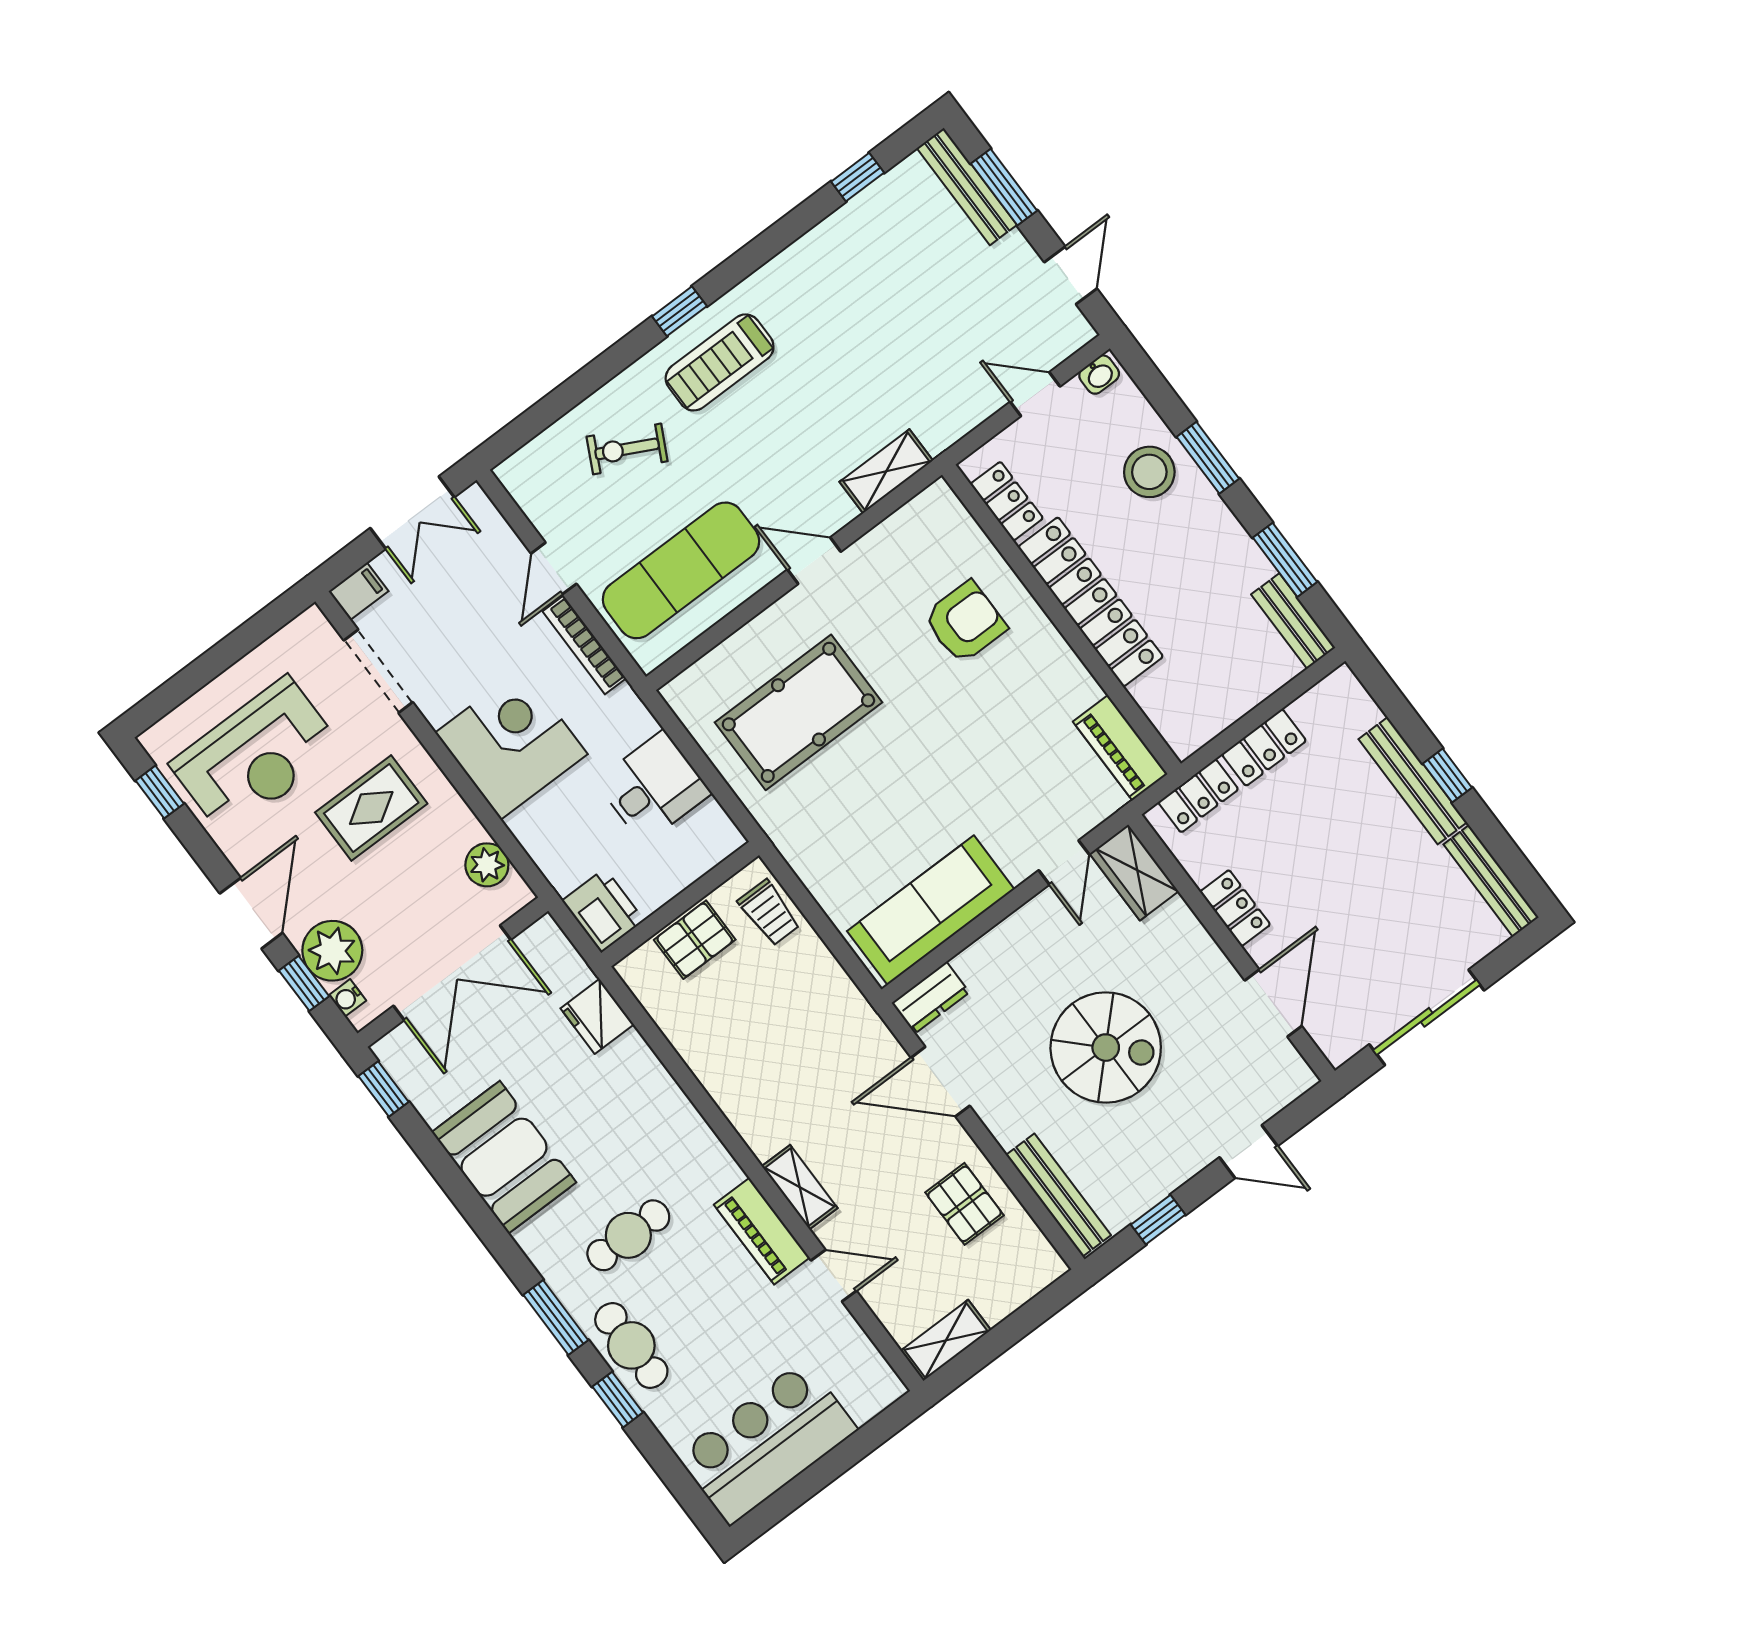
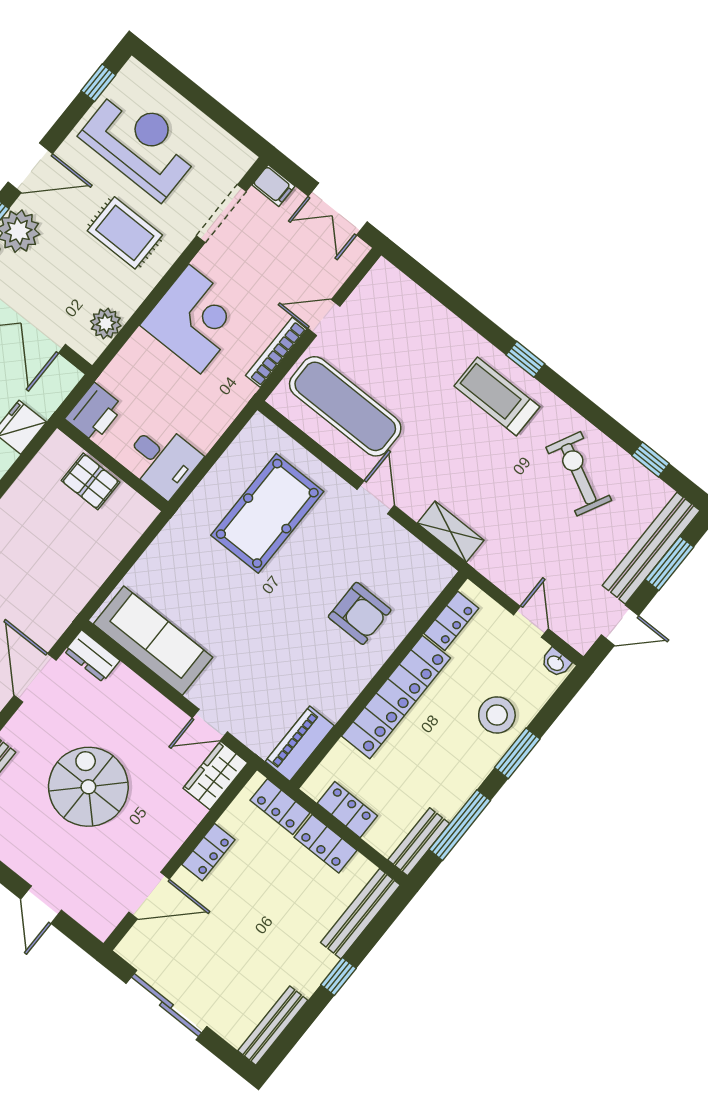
bench: (967, 186) -> (651, 548), width x1.37, depth x1.21
exercise bike: (627, 449) -> (579, 474), moved, width x1.38, depth x1.39
window: (1285, 560) -> (460, 825), width x1.44
locker: (1225, 706) -> (347, 810), added
pool table: (798, 712) -> (267, 513), turned 90
reception desk: (256, 756) -> (140, 143), turned 180
bench: (1413, 781) -> (360, 914), moved
desk: (653, 787) -> (162, 460), moved
trolley: (769, 913) -> (122, 528), removed
spiral stairs: (1106, 1048) -> (88, 787), turned 180

